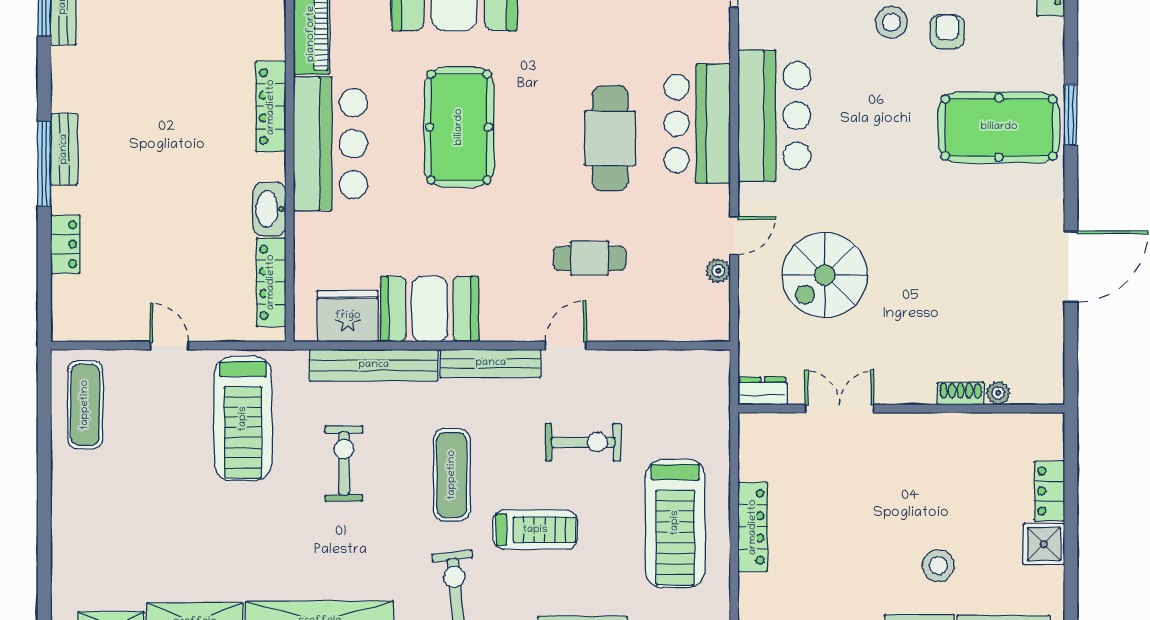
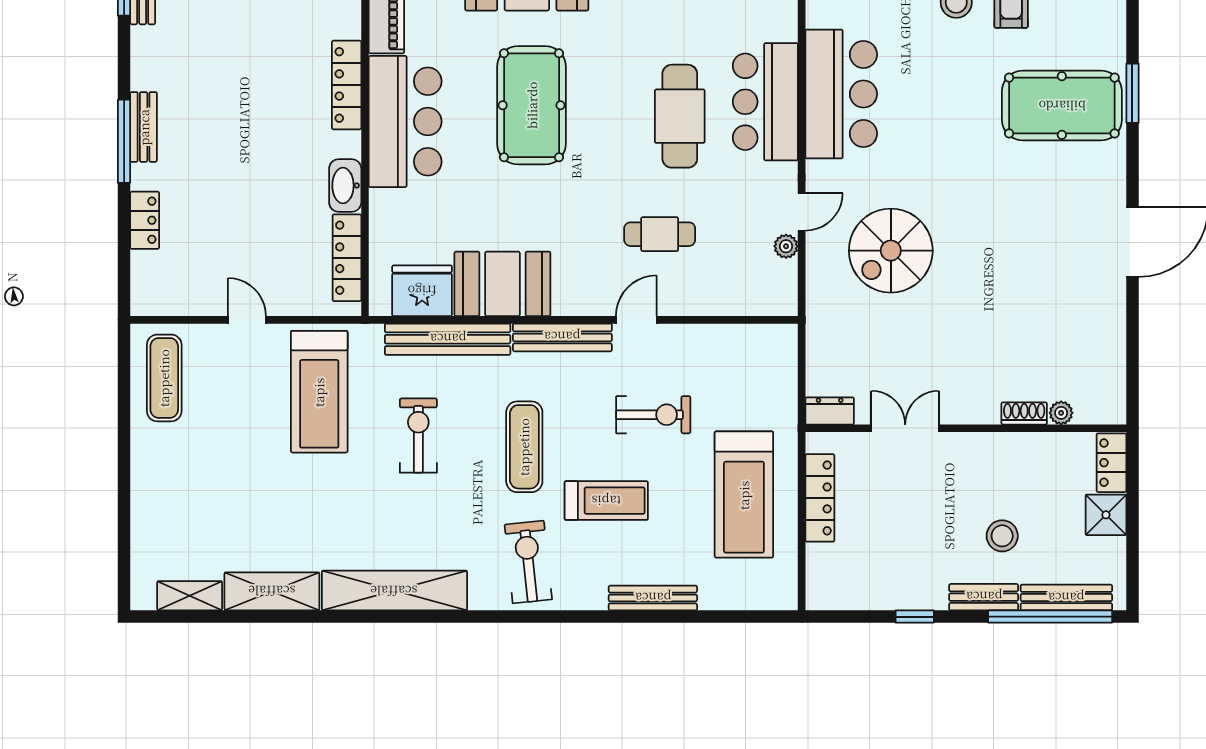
dresser: (763, 391) -> (830, 411), moved
plant: (998, 393) -> (1061, 413), moved
shoe rack: (961, 394) -> (1024, 413), moved
double door: (839, 409) -> (905, 428), moved
wall: (901, 409) -> (966, 428), moved

